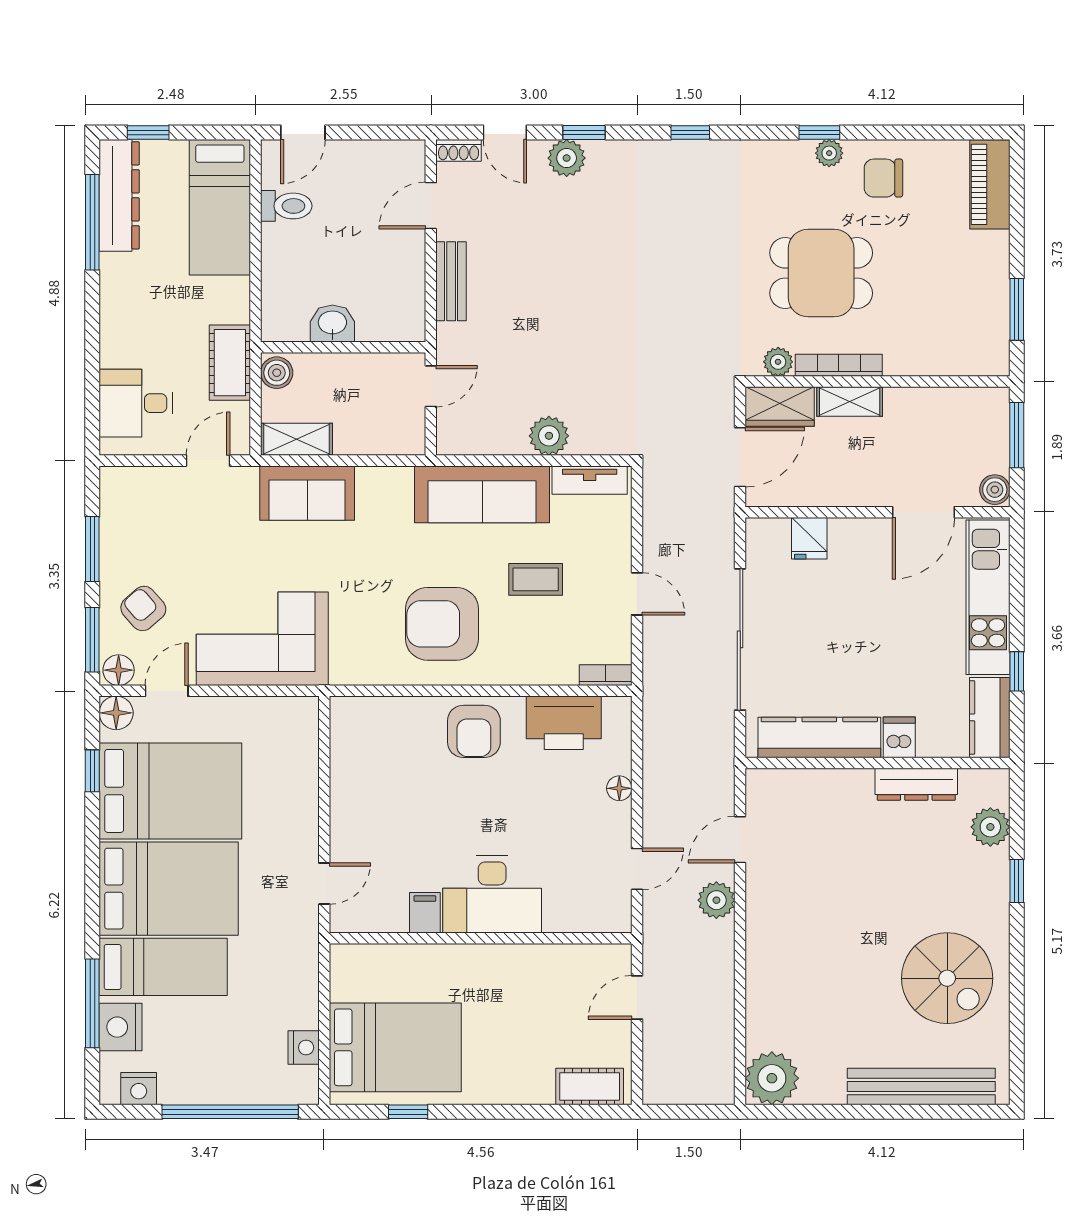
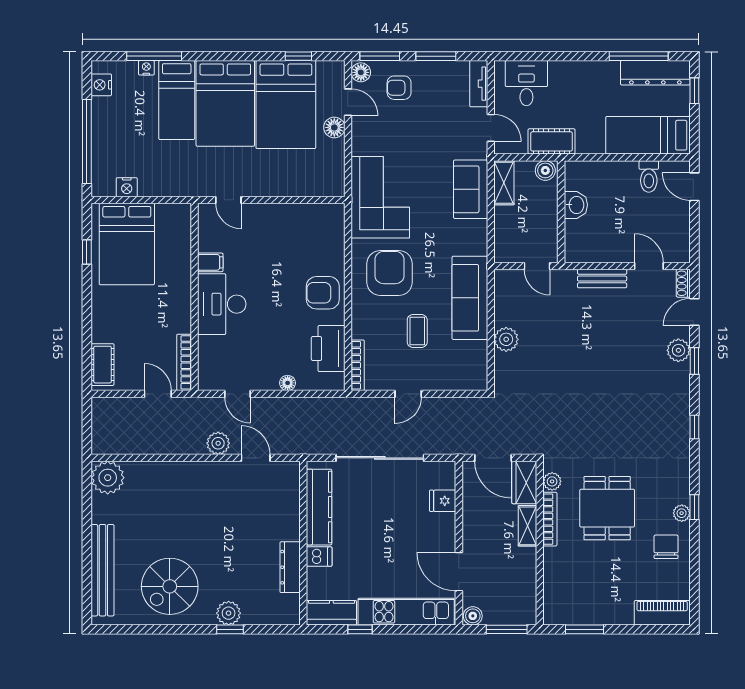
tv unit: (590, 480) -> (479, 84), moved
armchair: (143, 608) -> (399, 88), turned -139
corner sofa: (262, 639) -> (380, 197), moved
bookcase: (606, 675) -> (358, 365), width x1.56
floor lamp: (116, 713) -> (334, 127), moved
plant: (990, 827) -> (229, 613), moved
bookcase: (586, 955) -> (184, 362), added
nightstand: (121, 1027) -> (146, 68), width x0.53, depth x0.56

